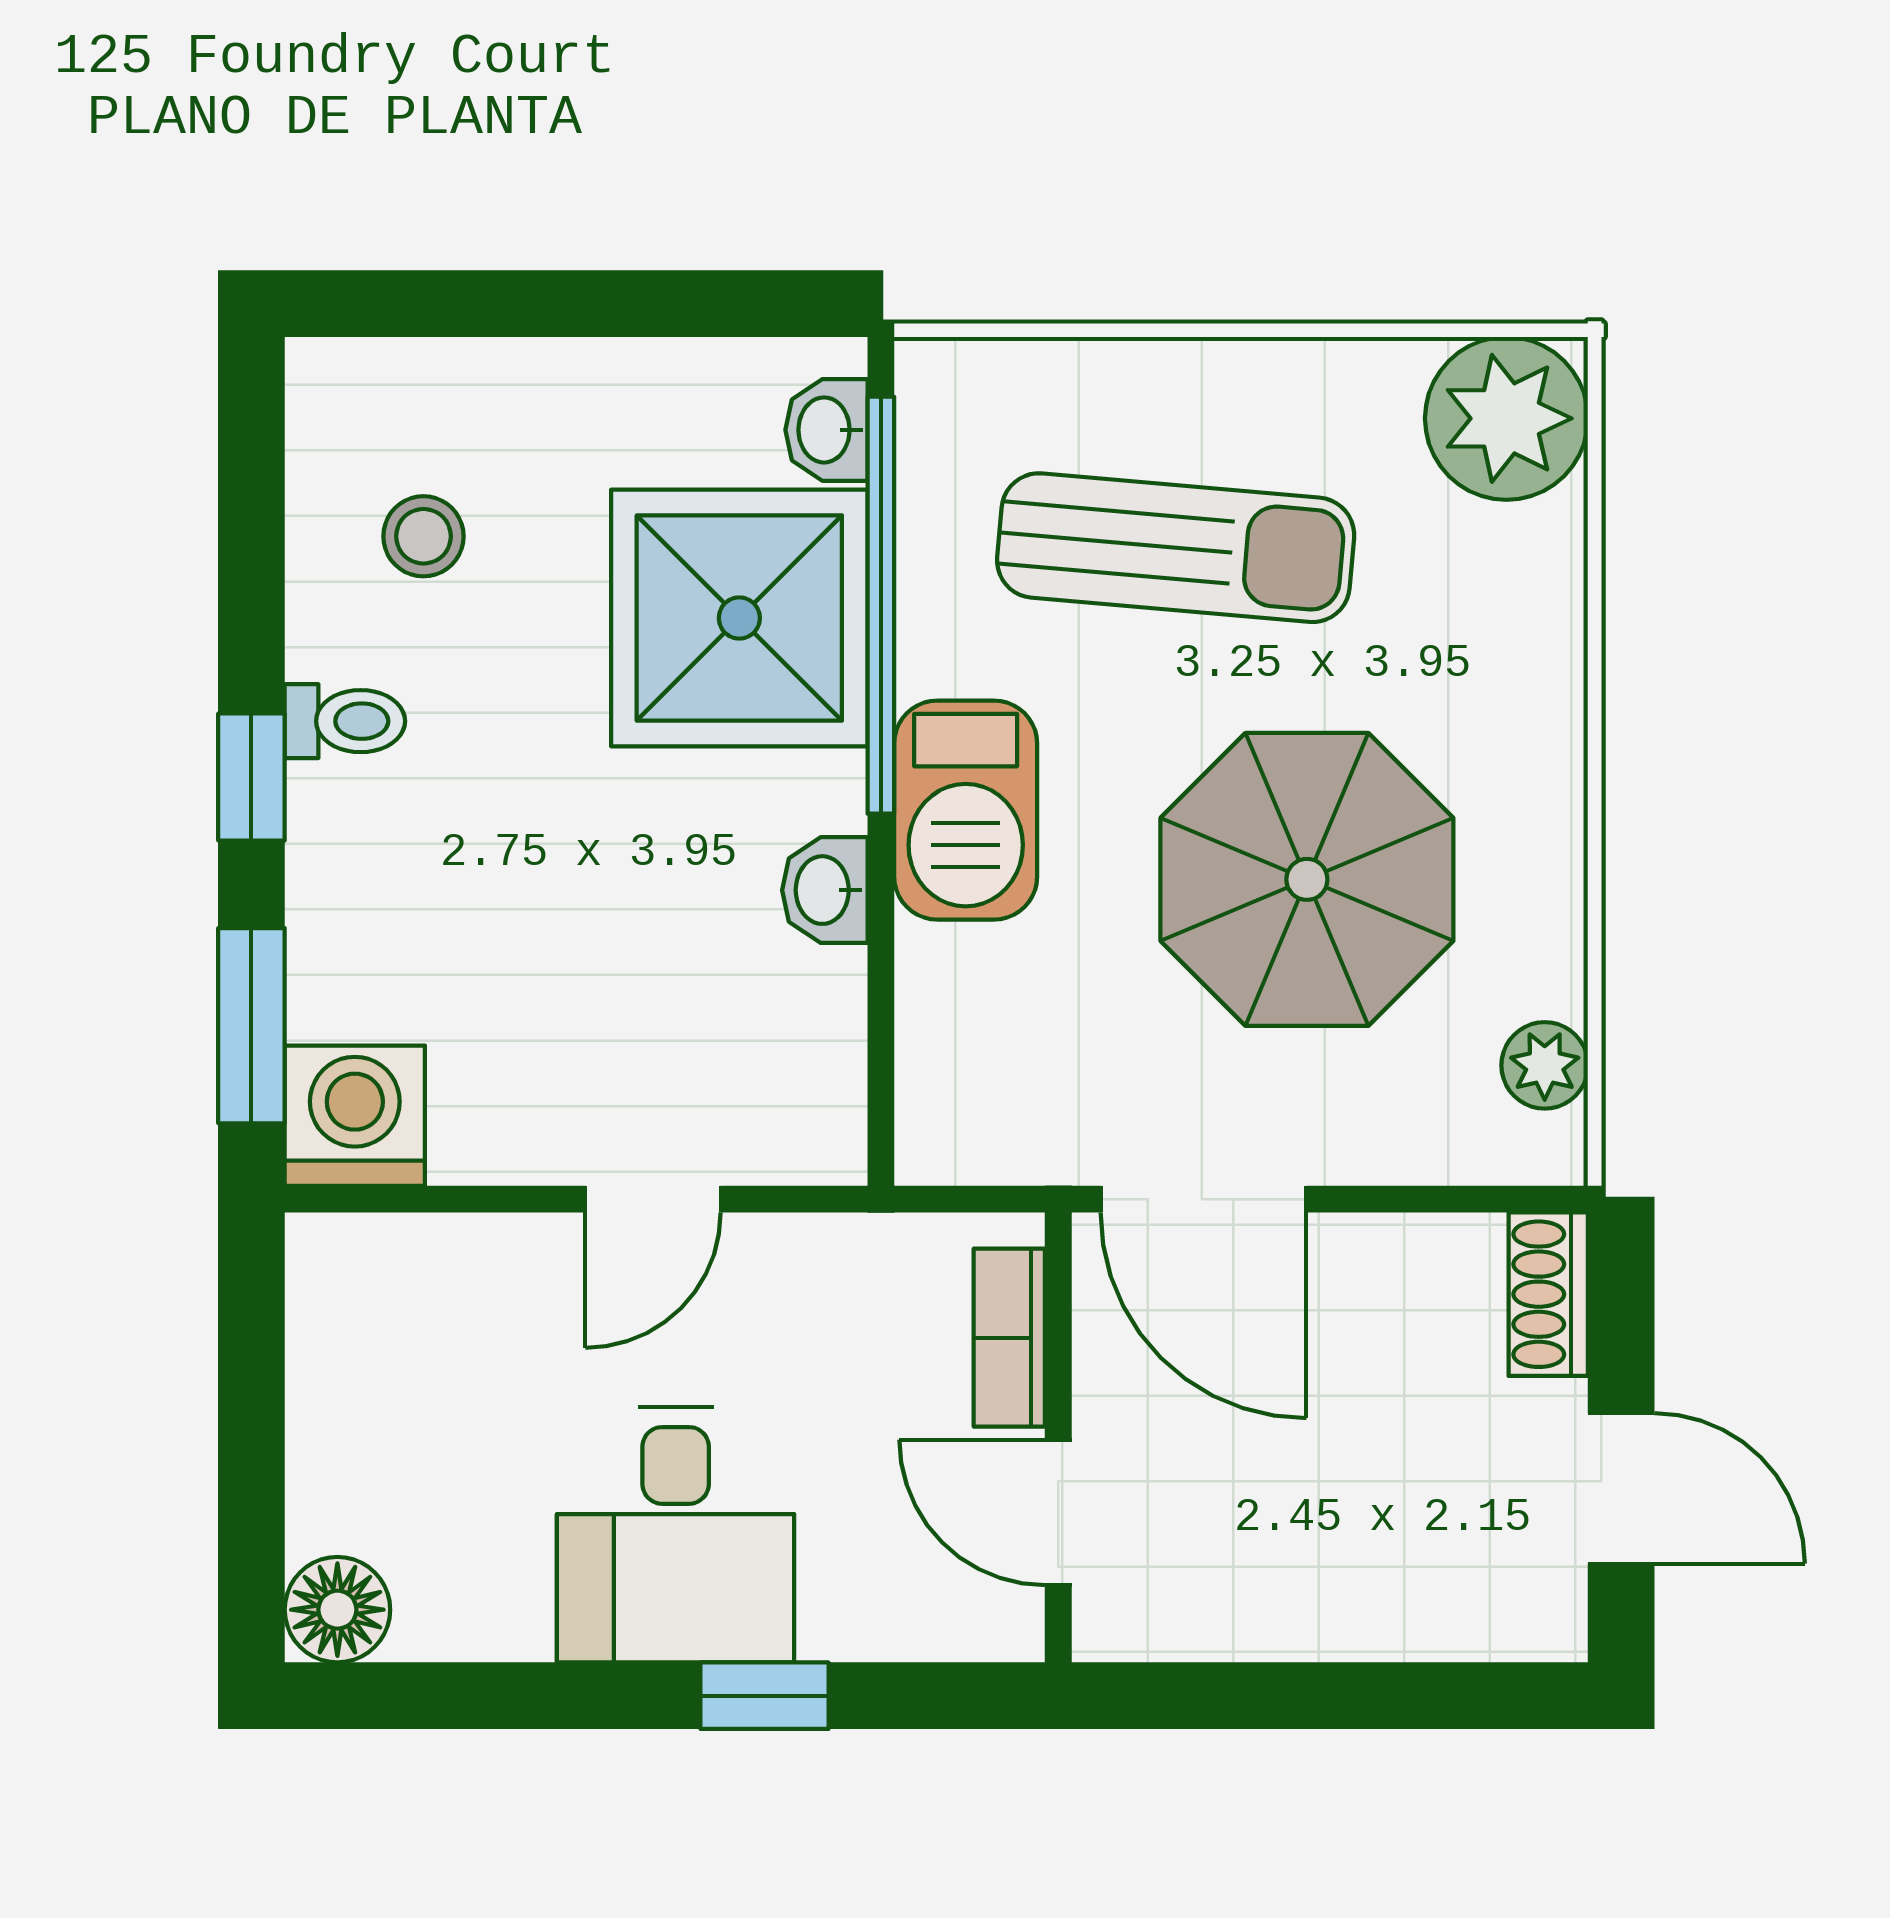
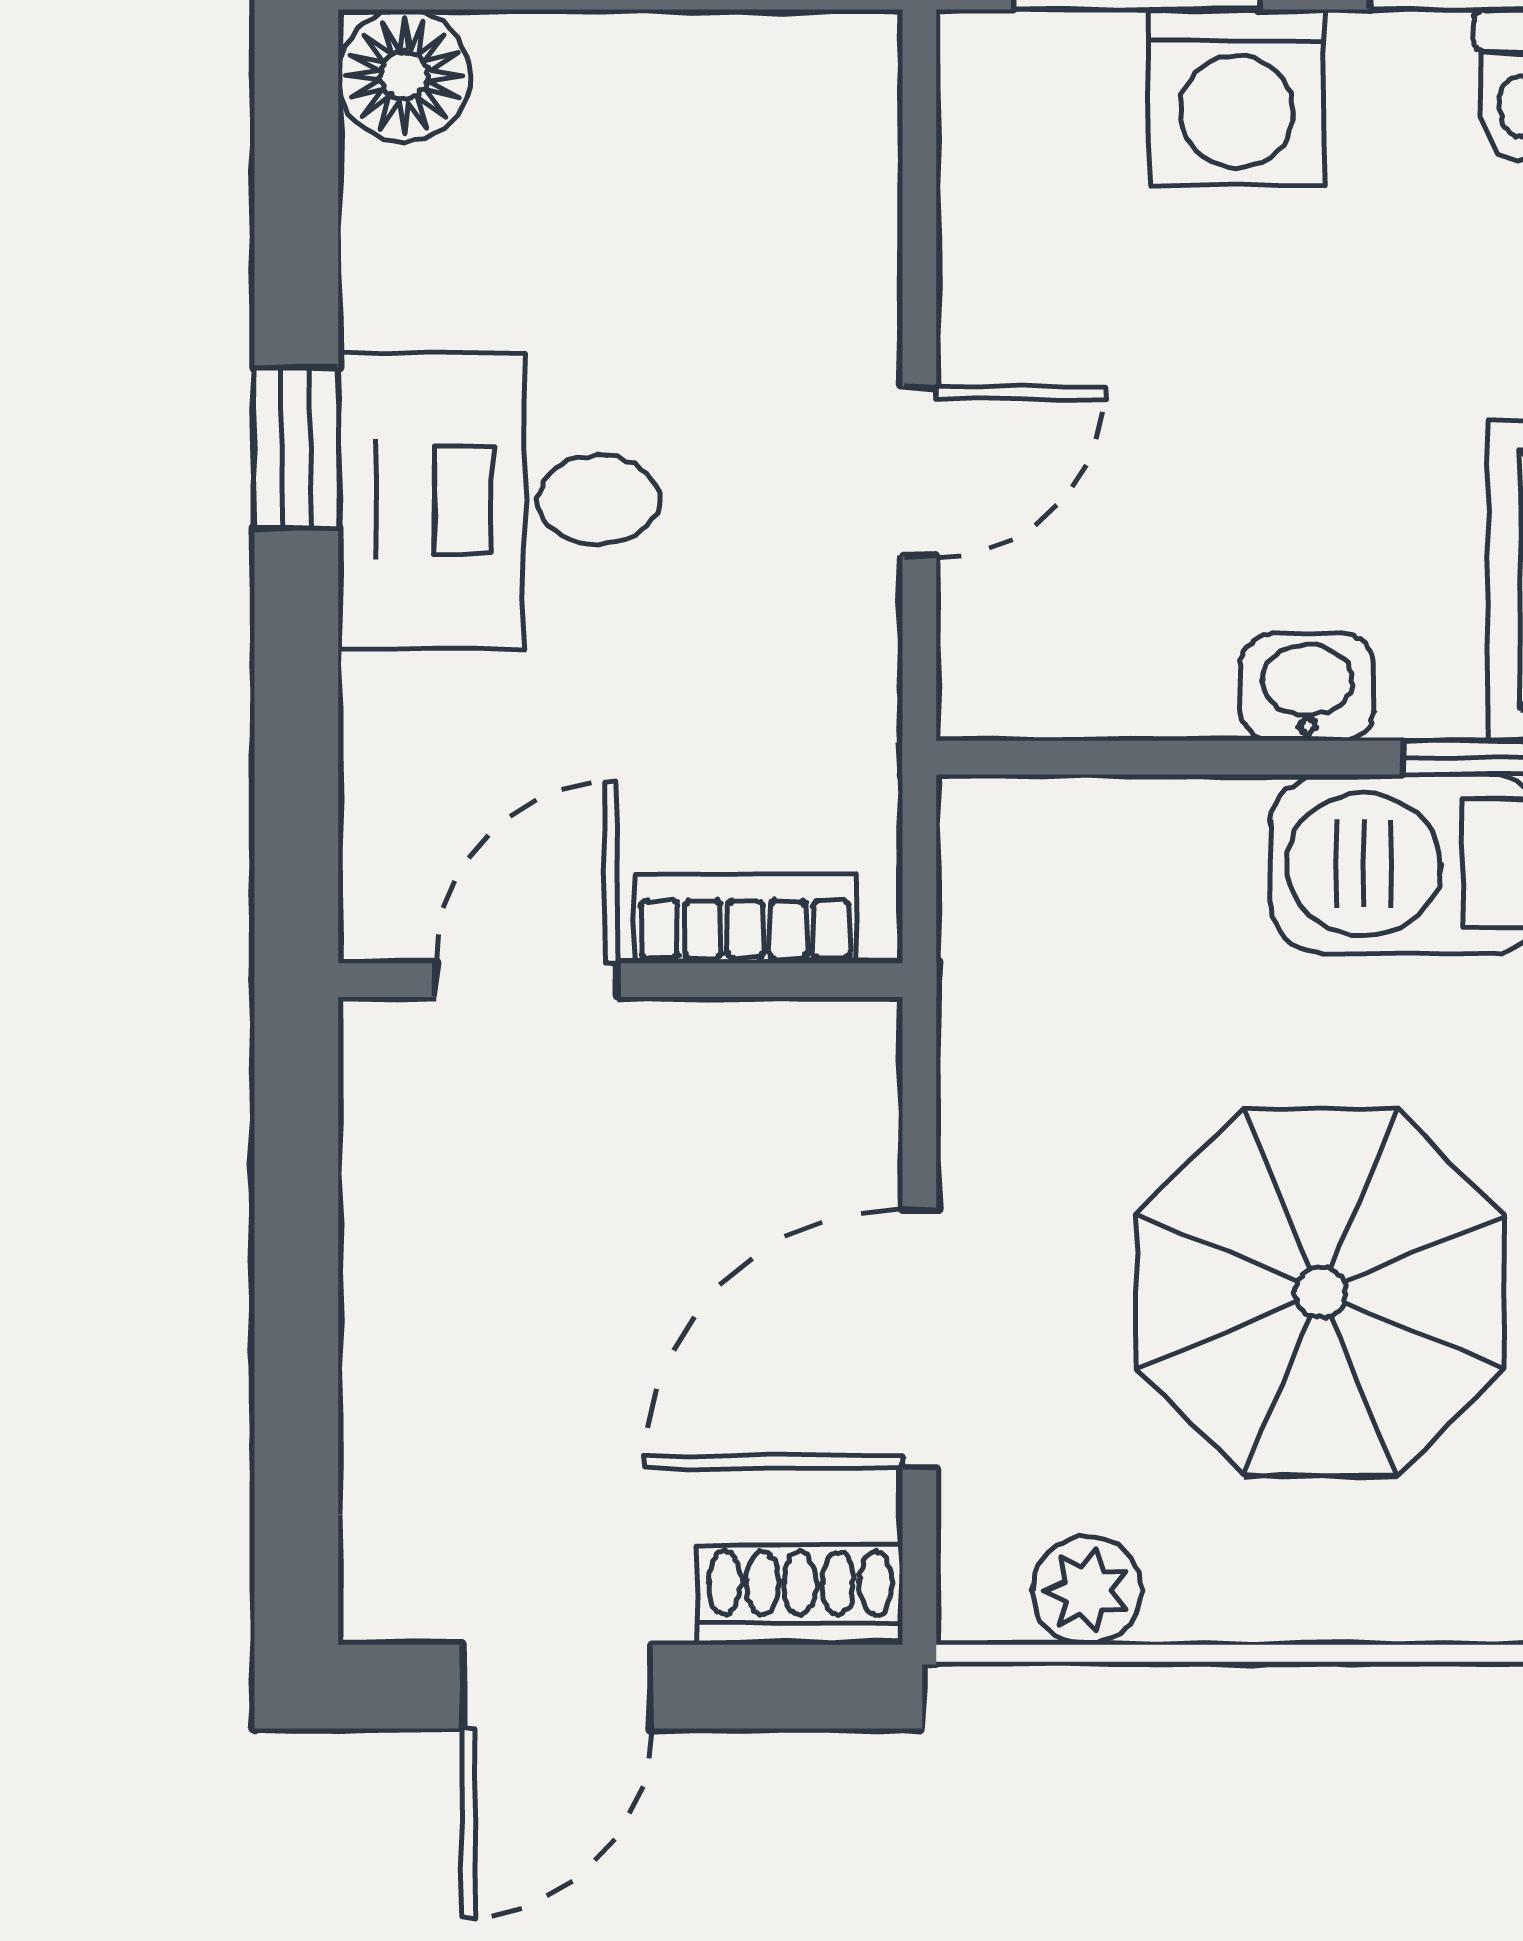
washing machine: (355, 1116) -> (1237, 97), moved, turned 90
door: (653, 1199) -> (919, 472), swing flipped
door: (1203, 1199) -> (919, 1339), moved
window: (764, 1696) -> (296, 448), moved

